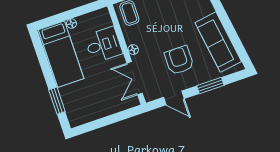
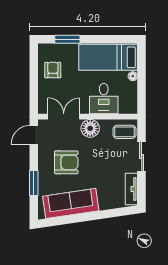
floor lamp: (133, 50) -> (90, 128), width x1.89, depth x1.89
door: (174, 98) -> (34, 135), moved
armchair: (92, 105) -> (53, 70), added

